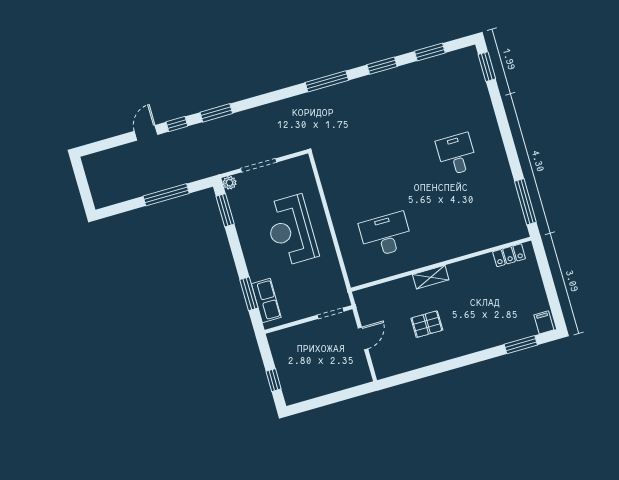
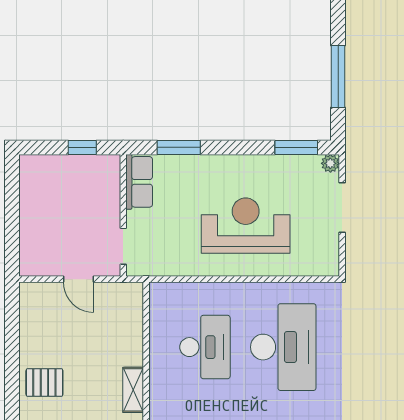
desk: (370, 179) -> (283, 347), added
row of seats: (266, 301) -> (139, 182), moved, turned -90
pallet: (427, 324) -> (44, 382), moved, turned 90
window: (274, 380) -> (82, 147), moved

